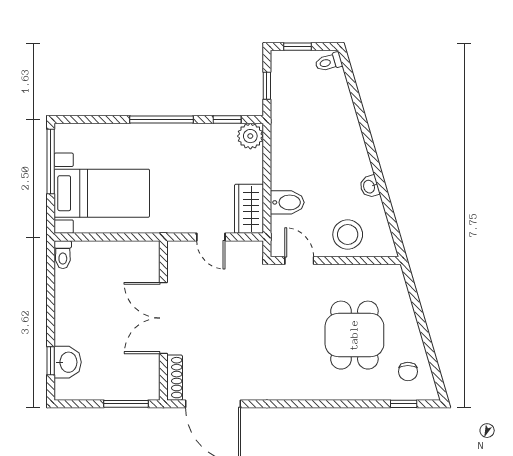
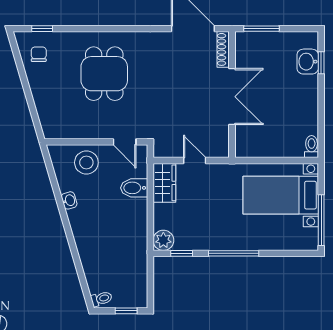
window: (267, 86) -> (150, 280), removed
dining table: (354, 335) -> (104, 74), moved

